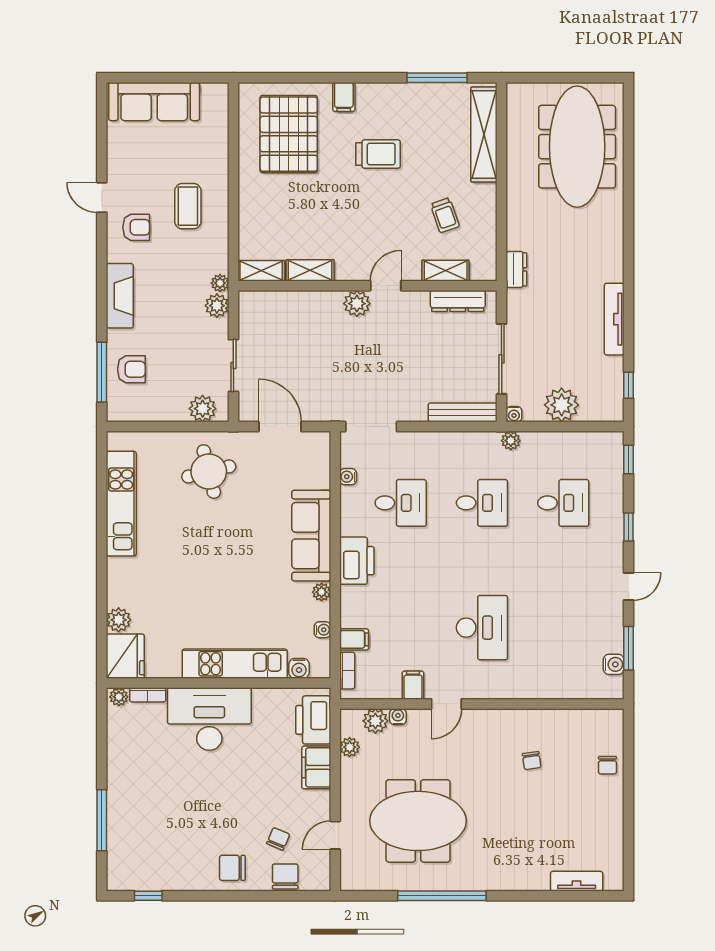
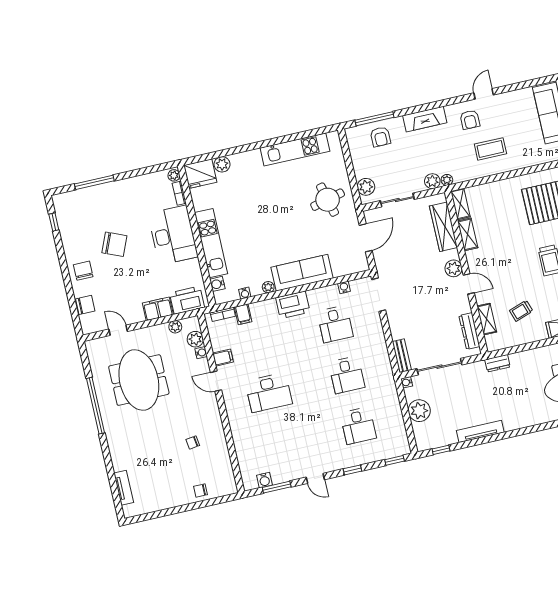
wardrobe: (290, 304) -> (443, 227), added
bench: (463, 412) -> (402, 356), width x0.73
plant: (511, 441) -> (390, 384), removed
chair: (278, 839) -> (114, 244), moved, width x1.87, depth x1.87

